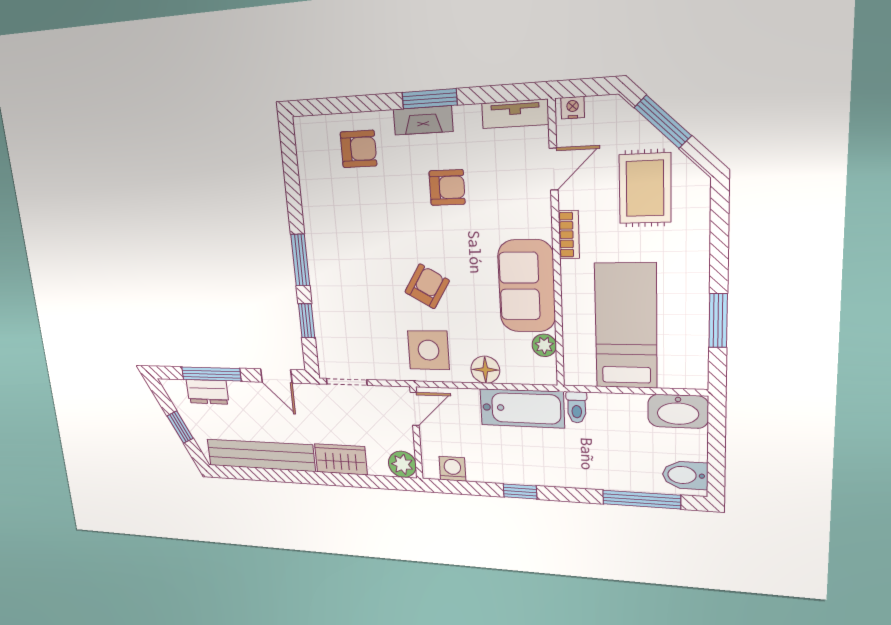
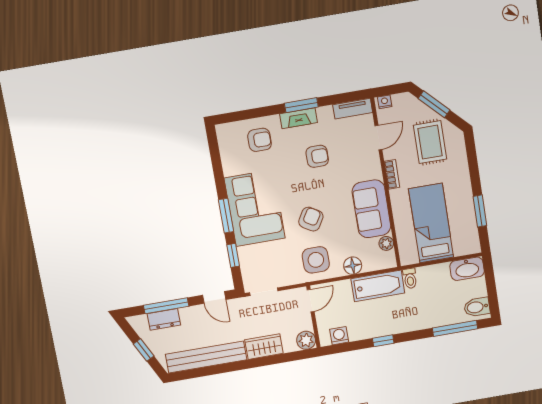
corner sofa: (343, 255) -> (255, 208), added

